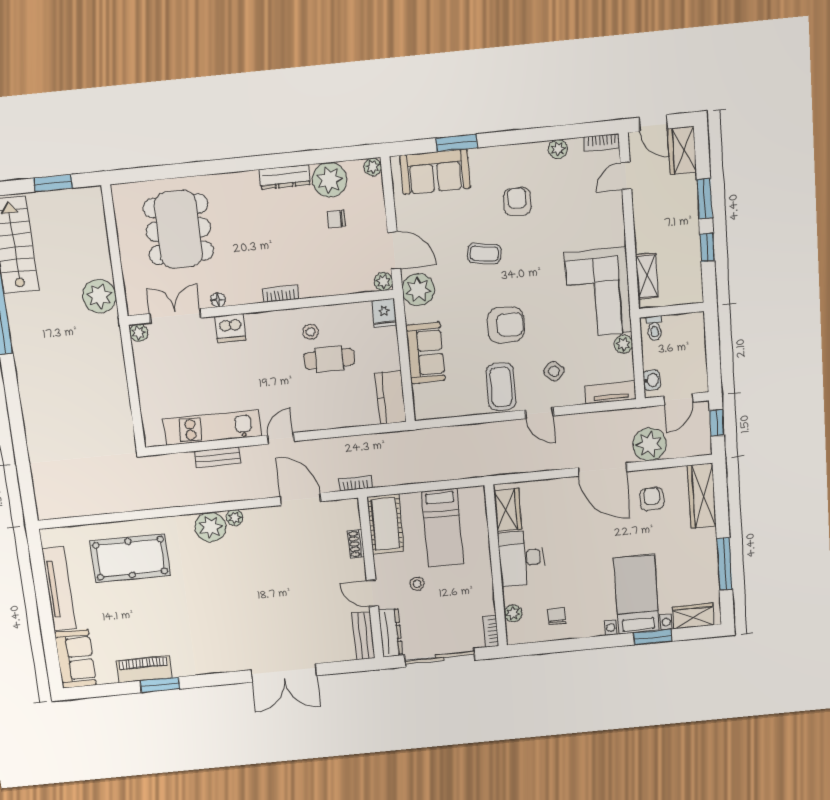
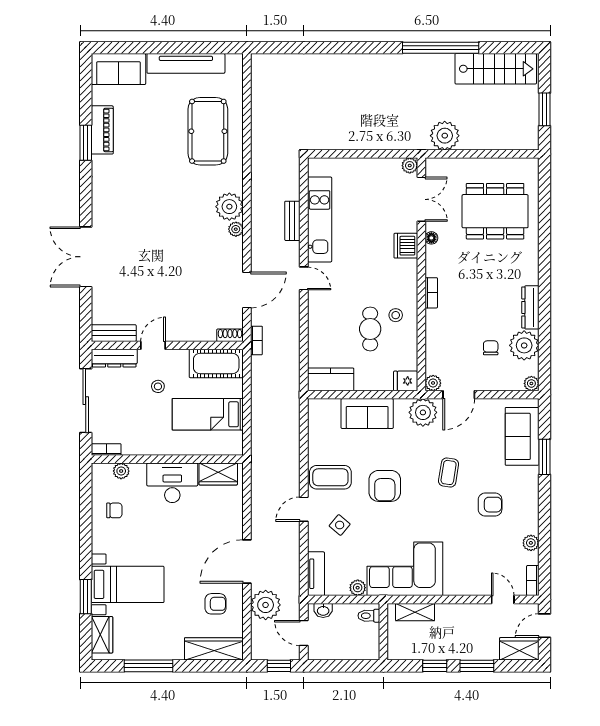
shoe rack: (356, 544) -> (230, 335), moved

